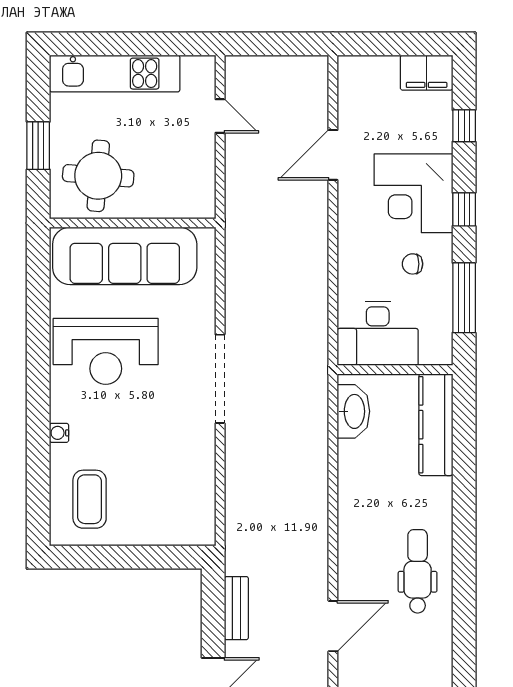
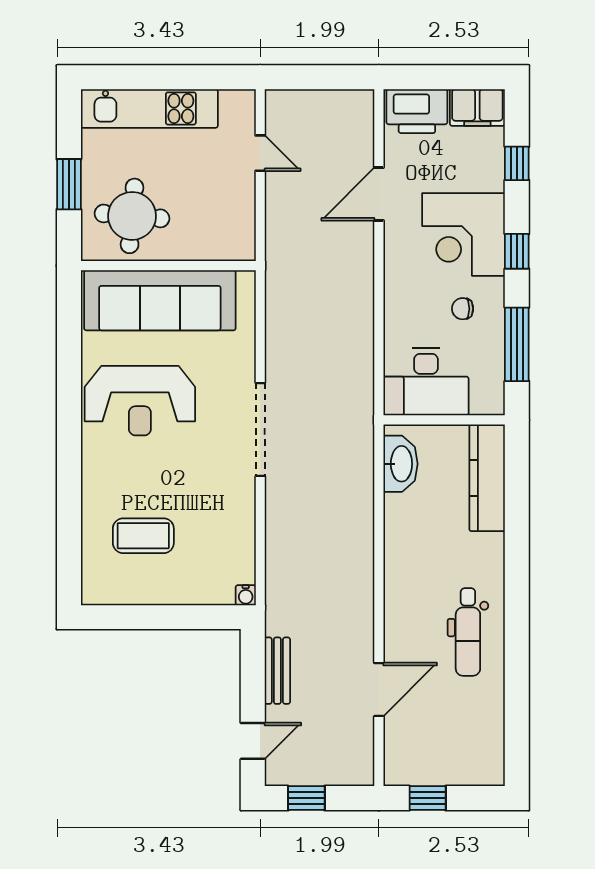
printer: (369, 76) -> (417, 111), added
water cooler: (59, 433) -> (246, 595), moved, turned -90
coffee table: (90, 499) -> (143, 536), moved, turned 90
dental chair: (418, 571) -> (468, 632), turned 180

